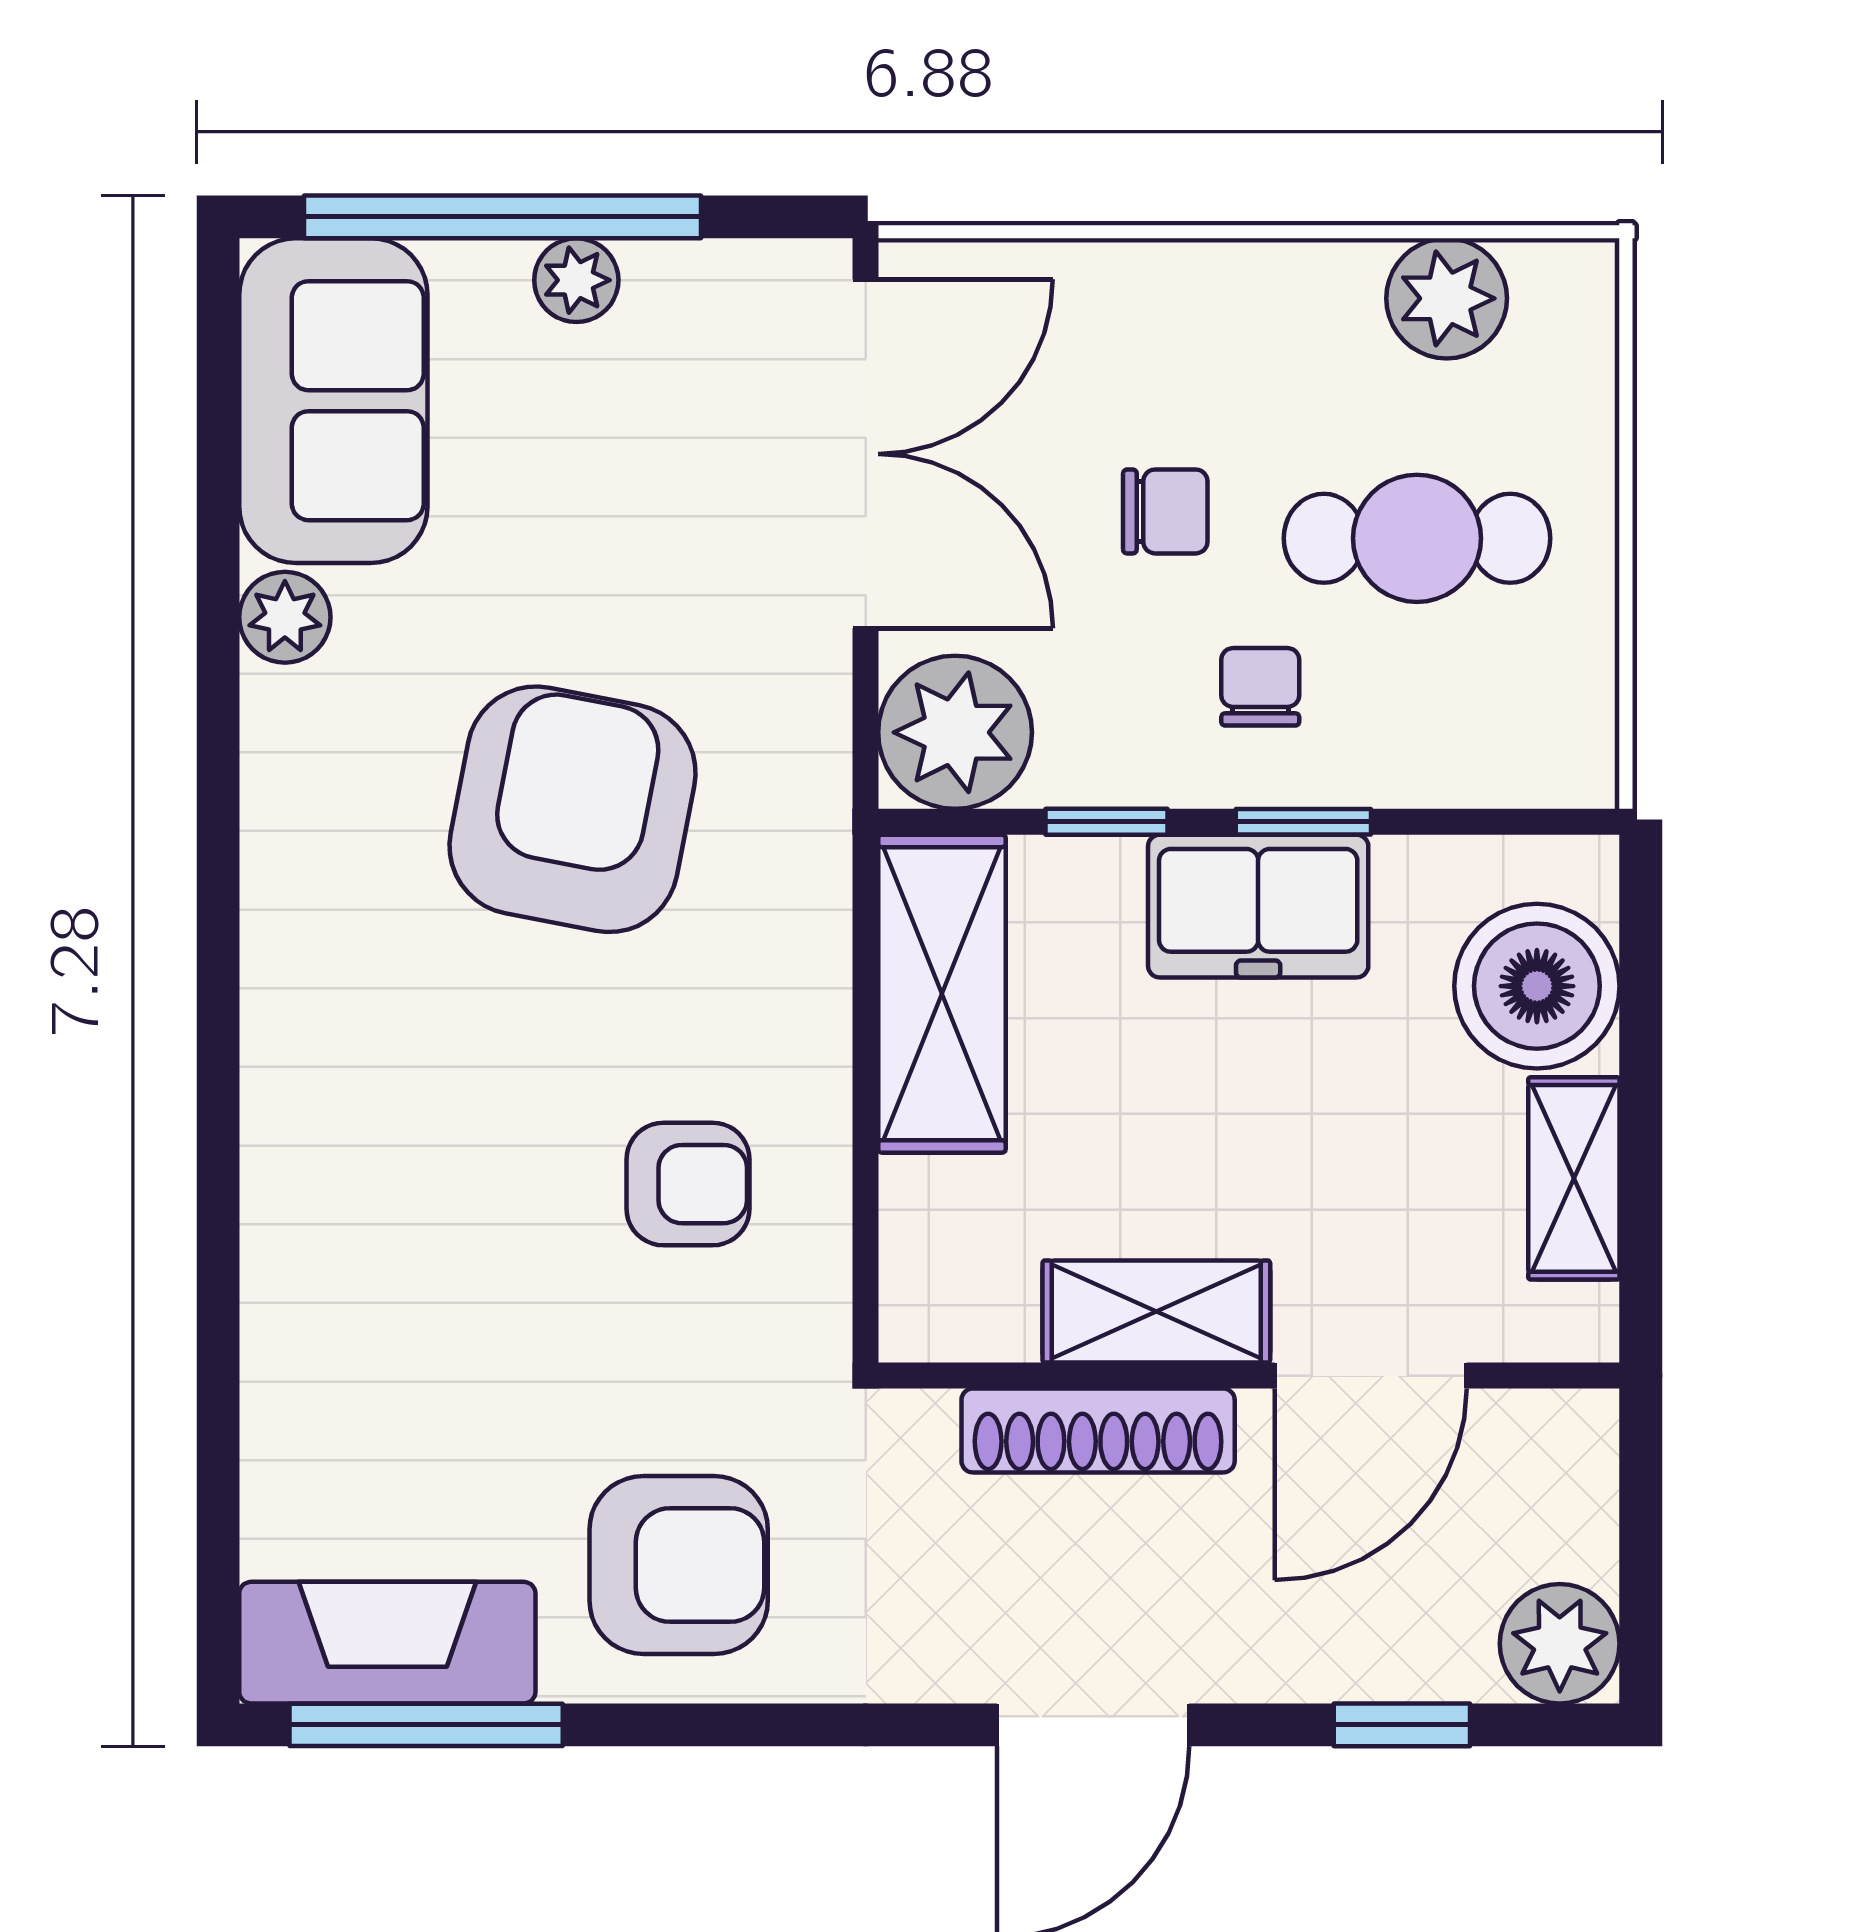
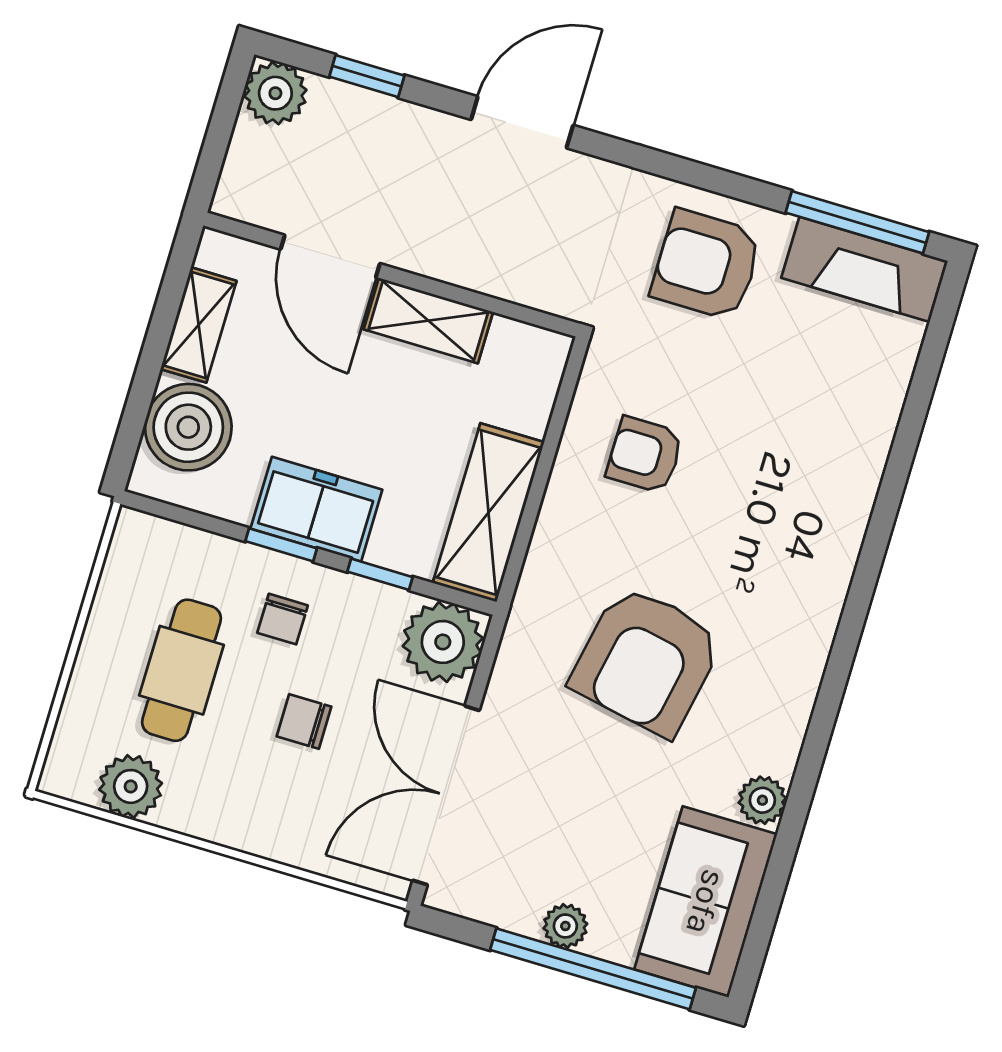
cafe table: (1417, 538) -> (181, 670), turned 90
door: (1371, 1376) -> (330, 256), swing flipped
shoe rack: (1098, 1430) -> (475, 270), removed

